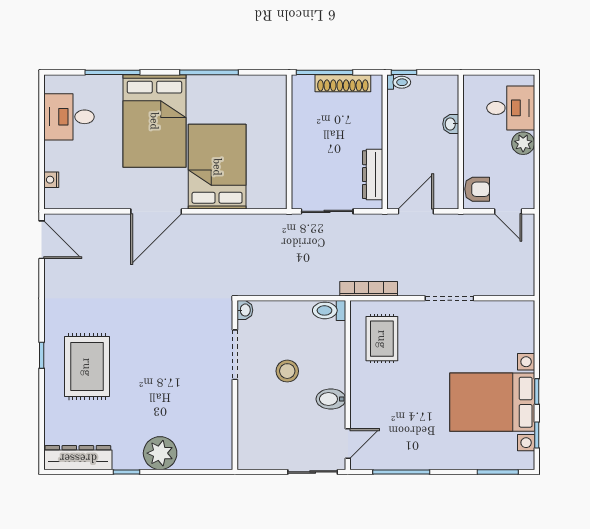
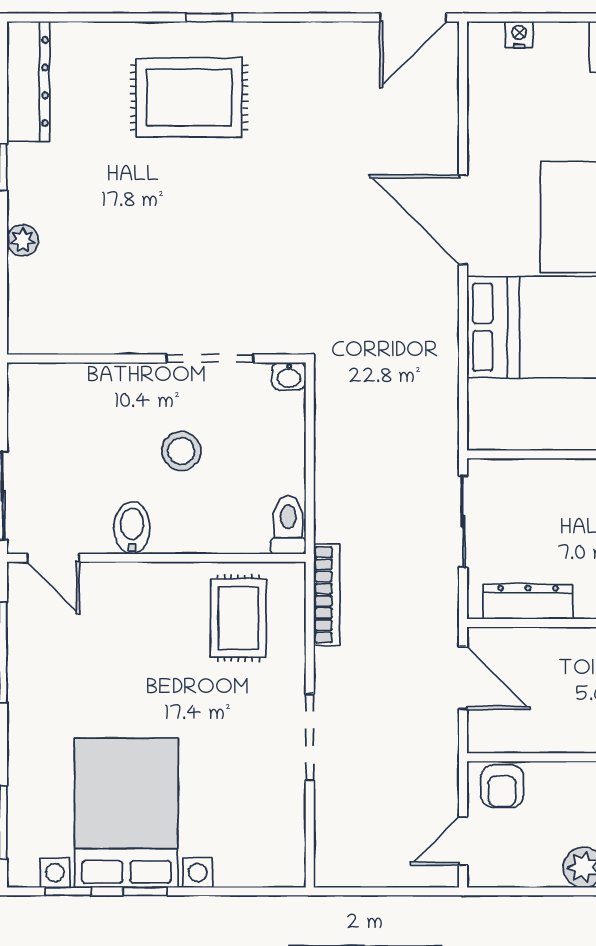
rug: (382, 339) -> (238, 618), turned 90
plant: (160, 453) -> (23, 240), width x0.53, depth x0.53

